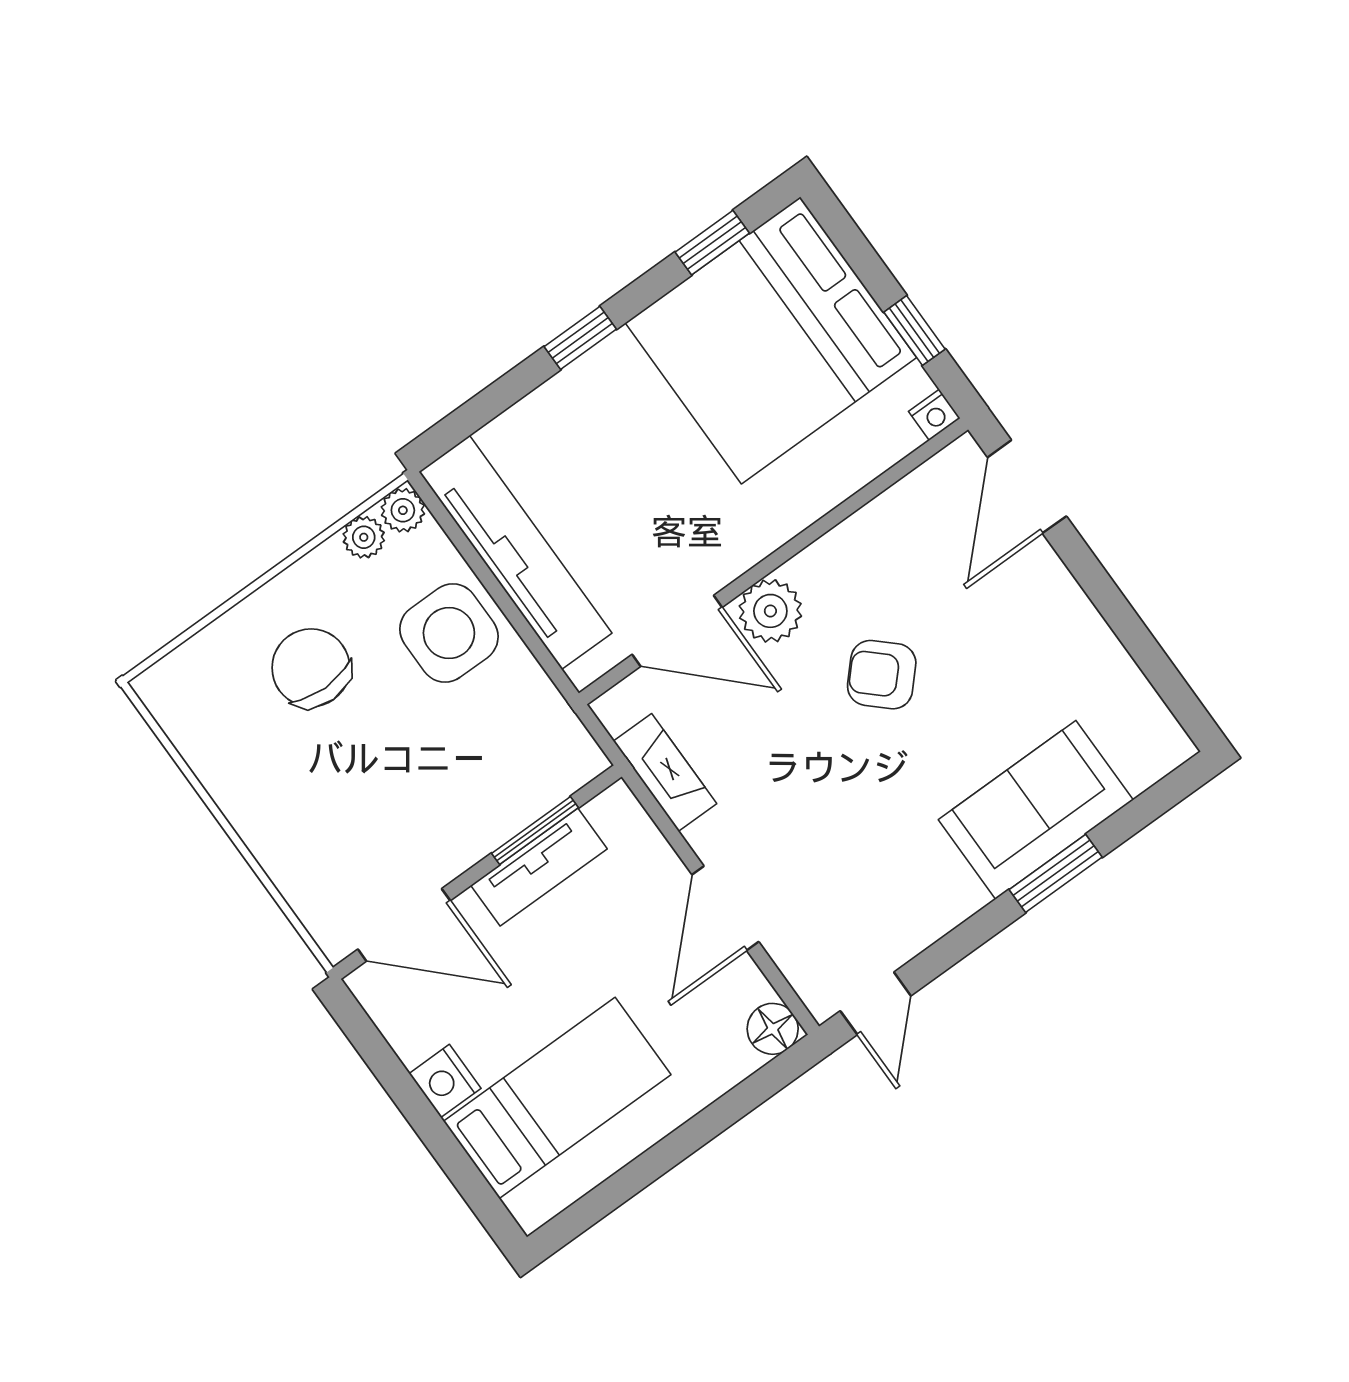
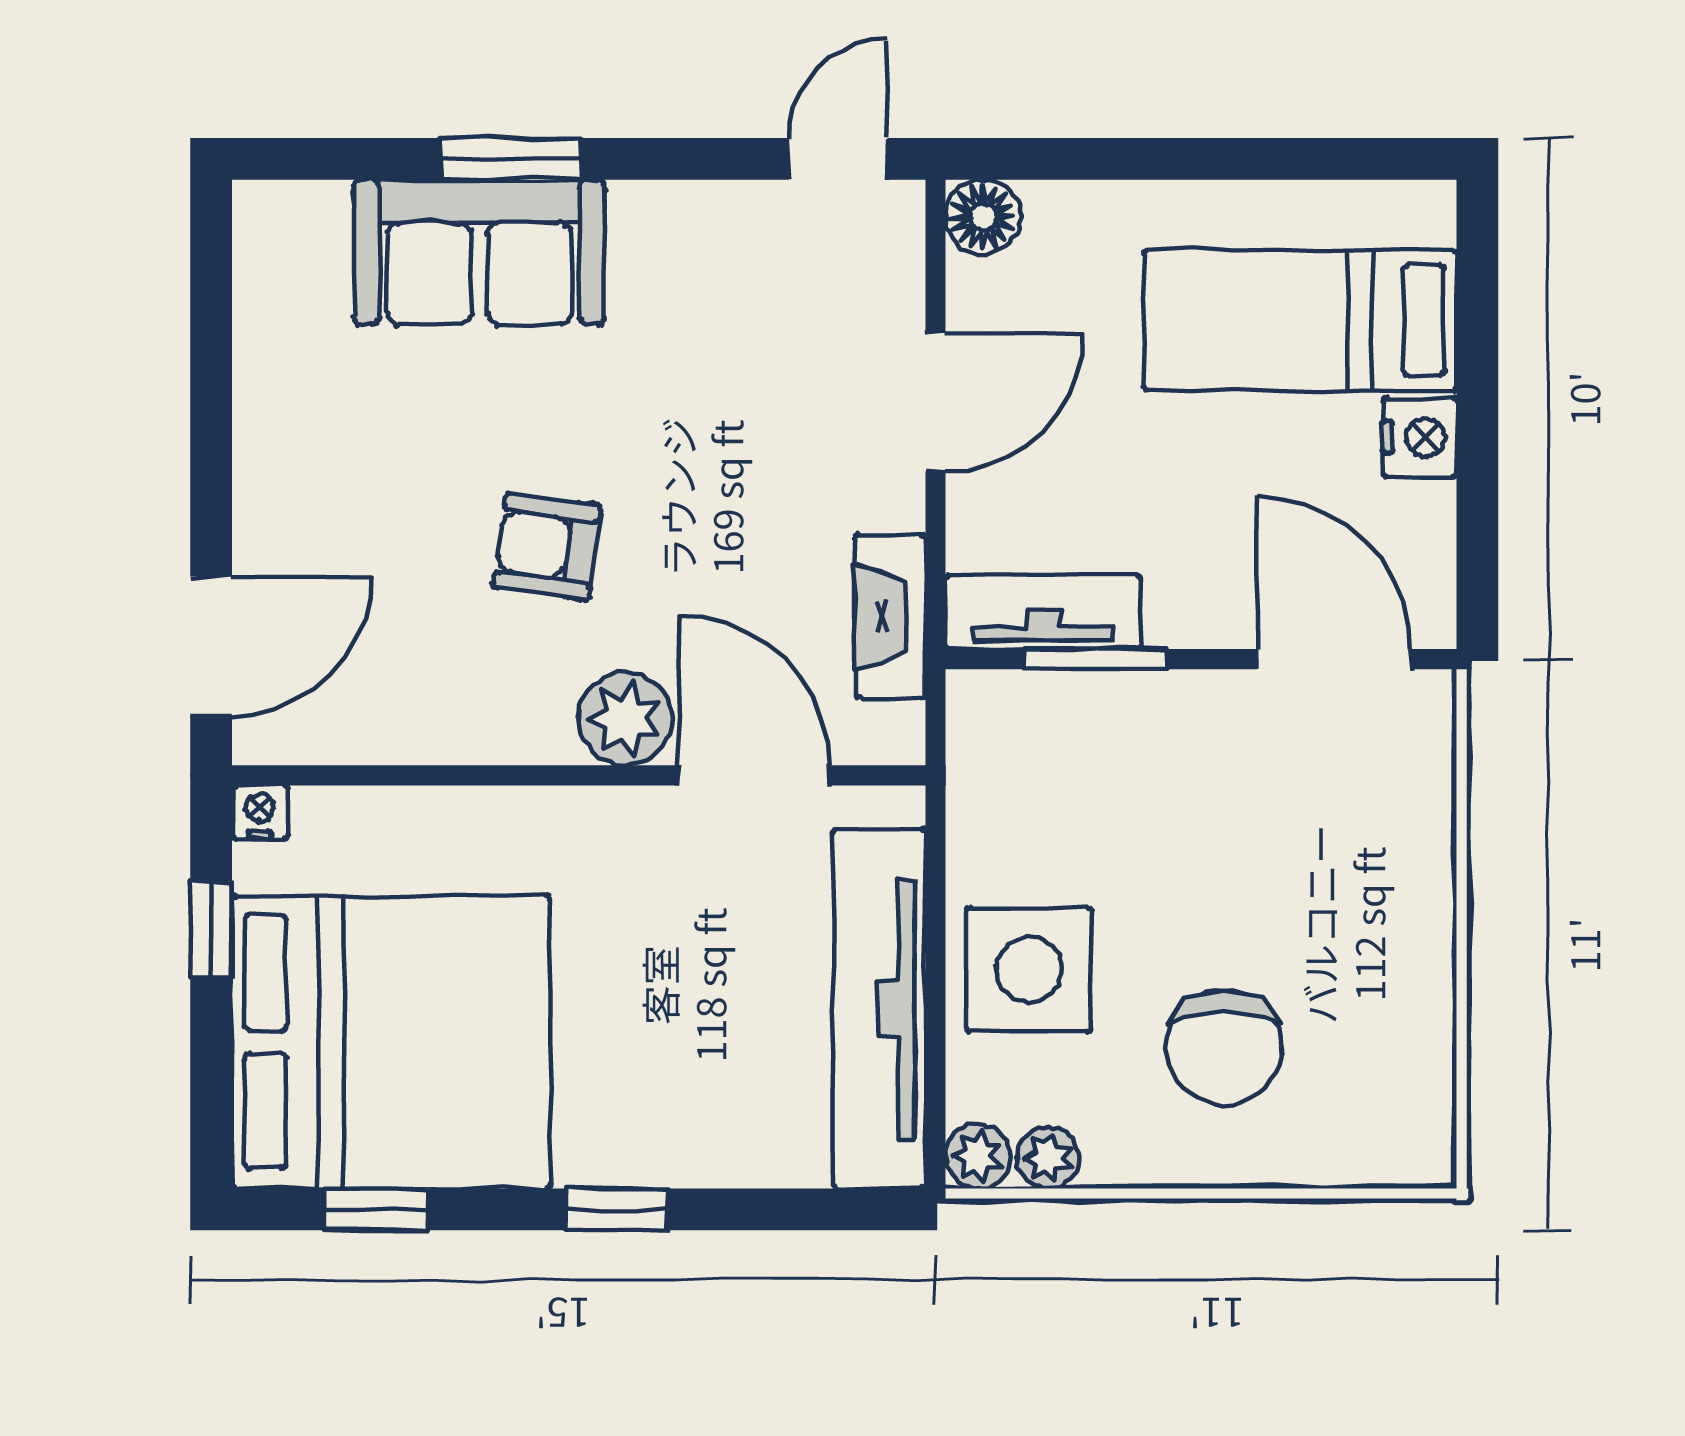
armchair: (882, 675) -> (547, 547), turned 145
tv unit: (539, 867) -> (1043, 612), moved

